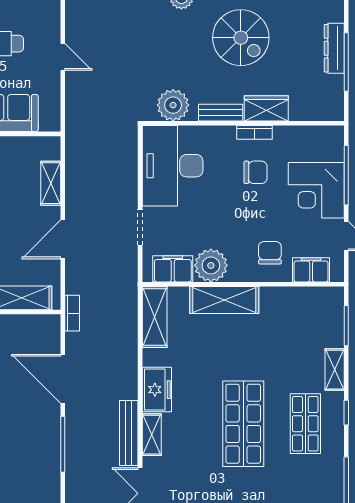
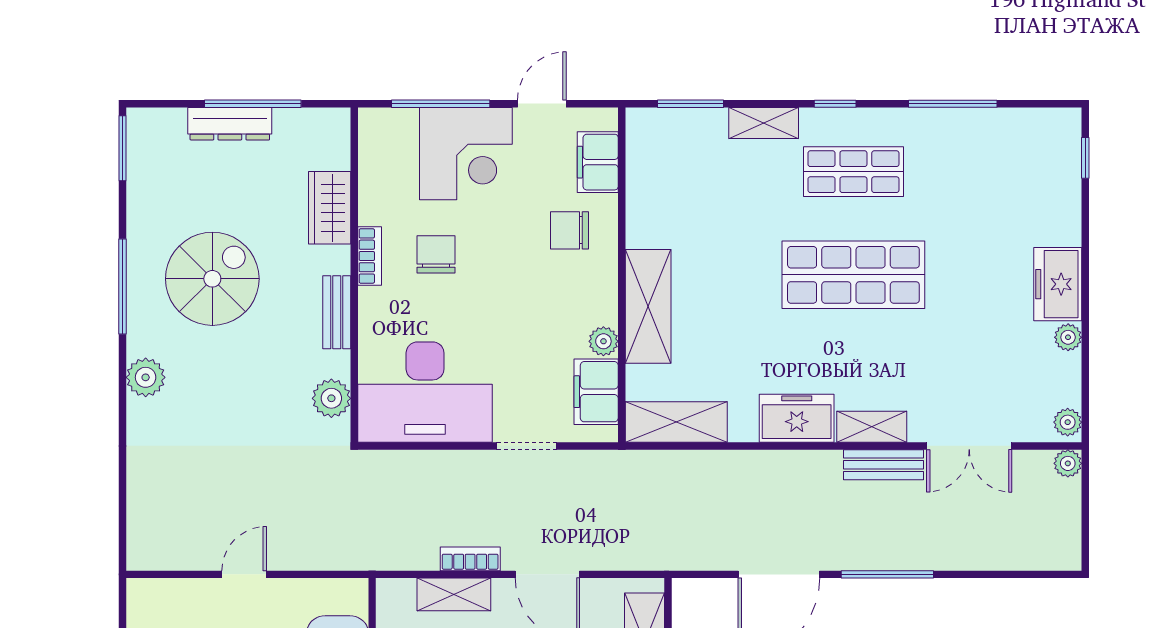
plant: (173, 105) -> (331, 398), width x0.73, depth x0.73
wardrobe: (266, 108) -> (330, 208), moved
plant: (211, 265) -> (603, 341), width x0.53, depth x0.53
bookcase: (72, 313) -> (470, 559), moved
bench: (129, 433) -> (883, 465), width x0.73

